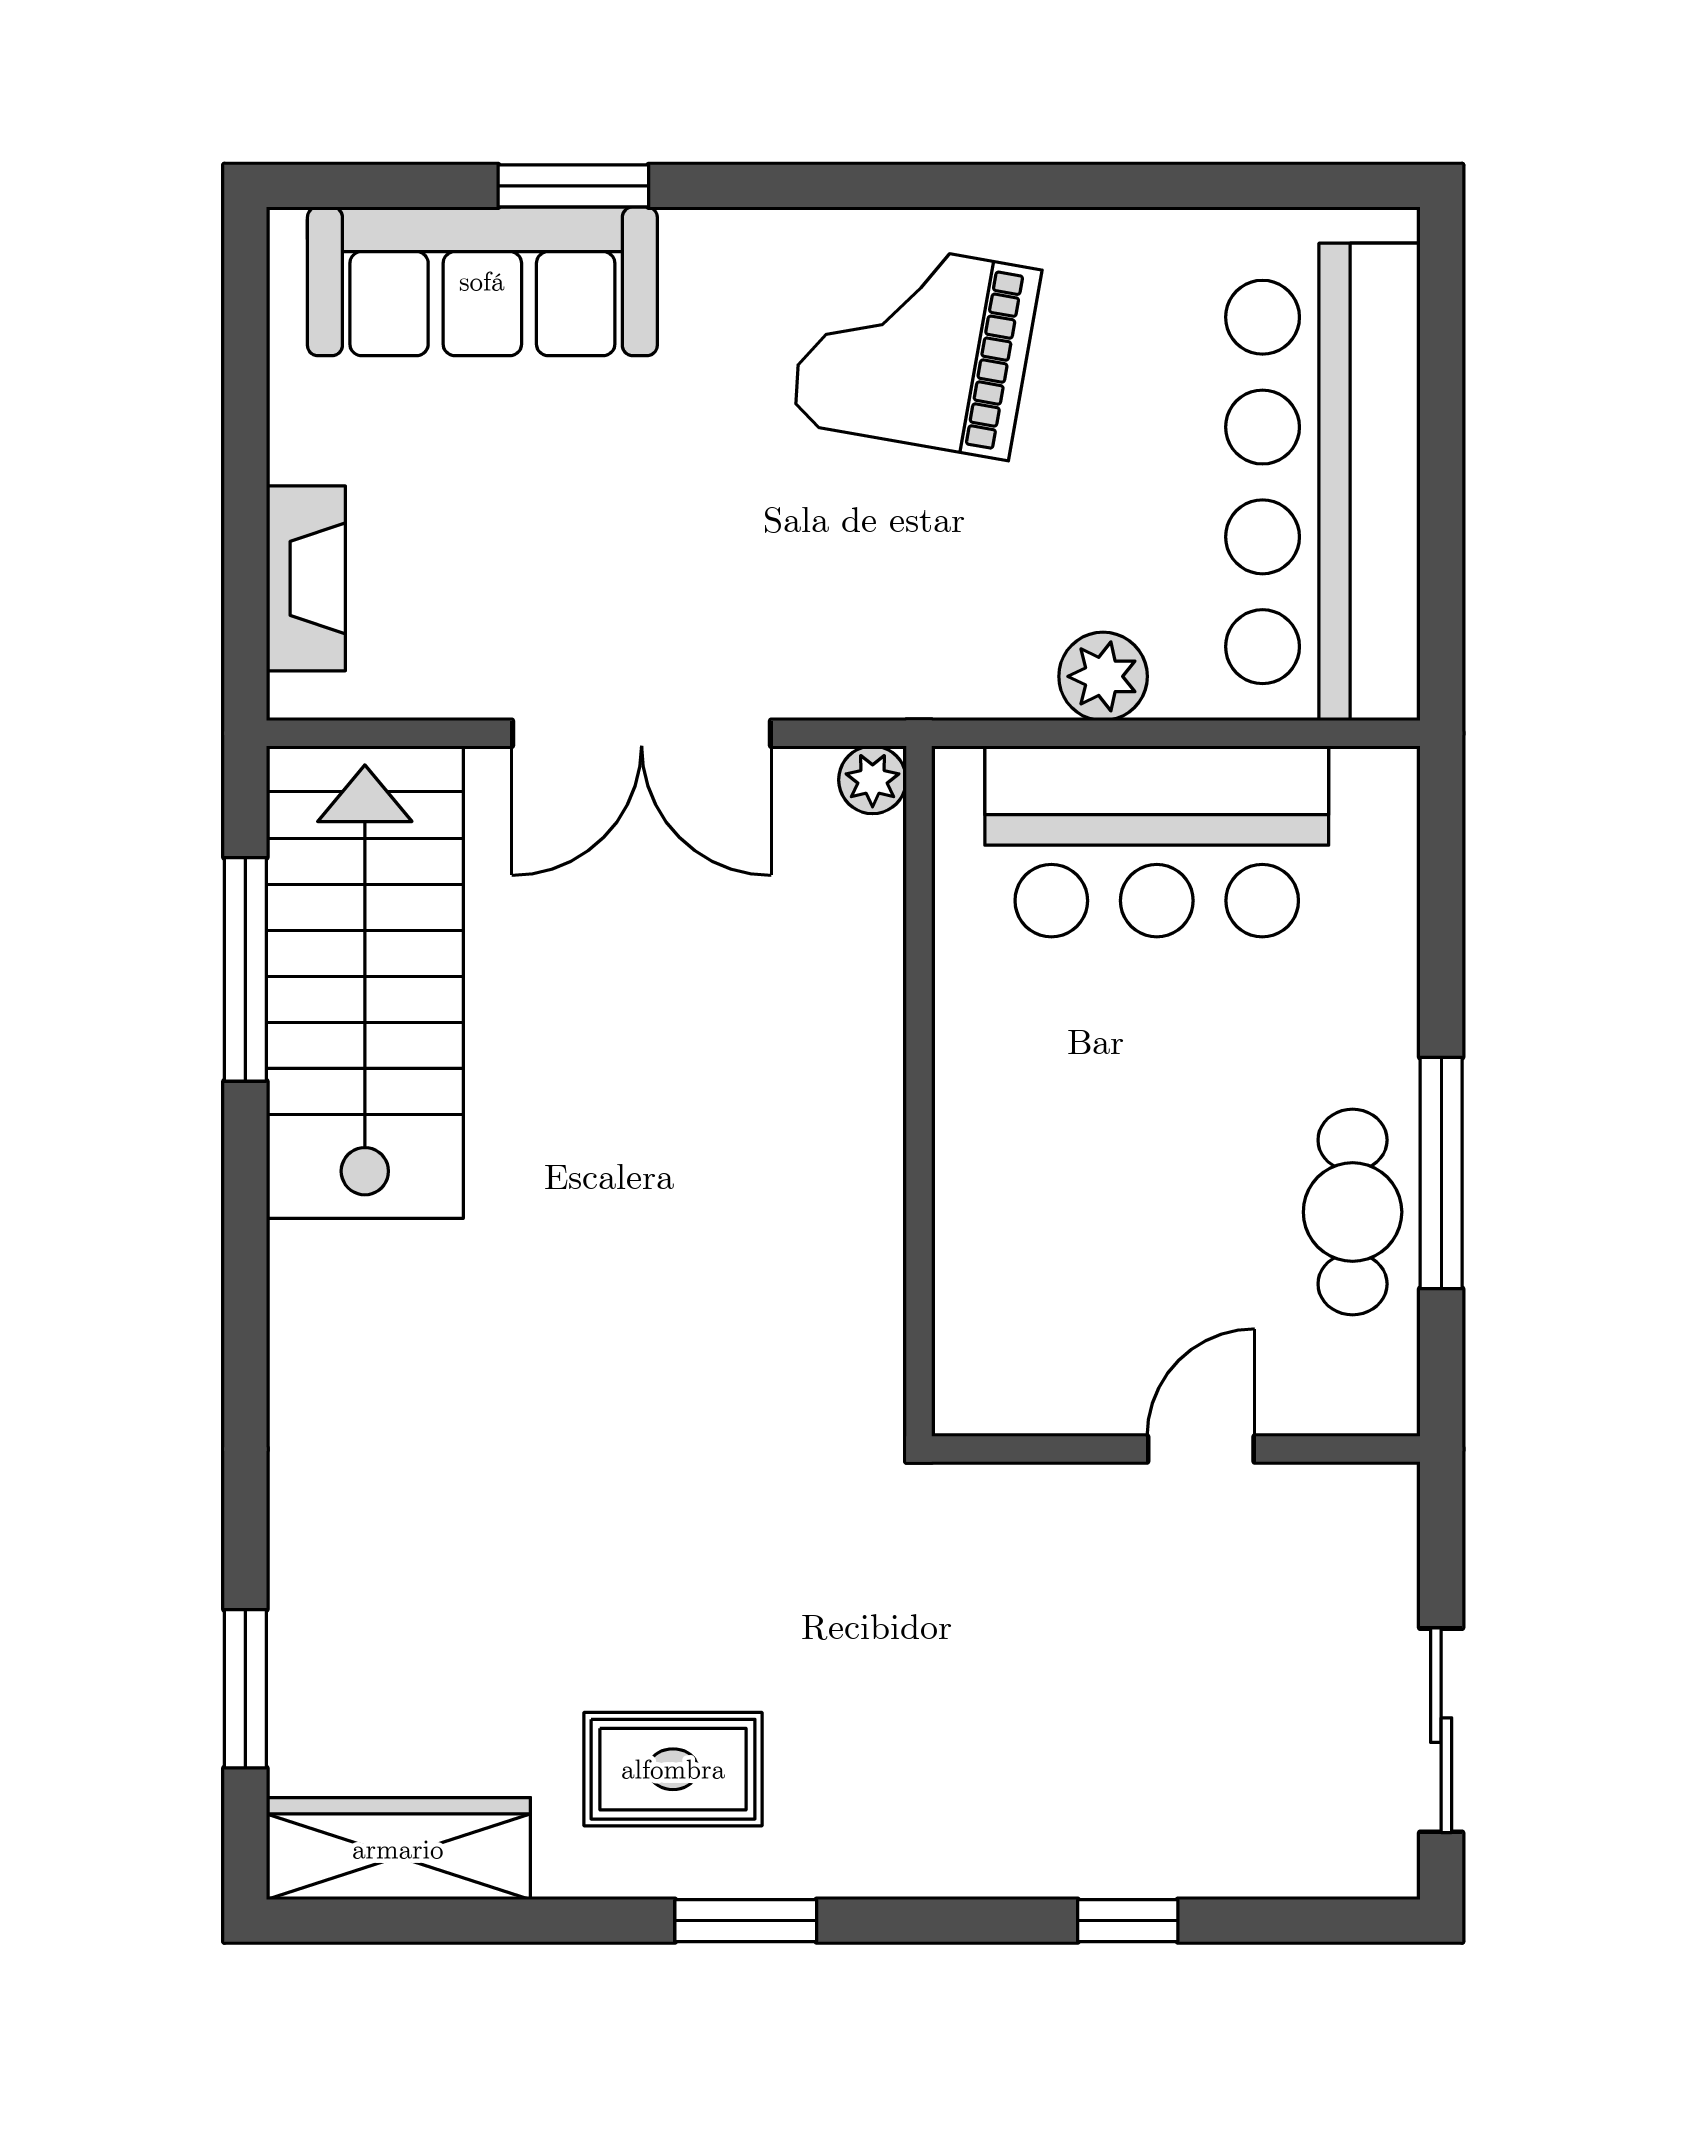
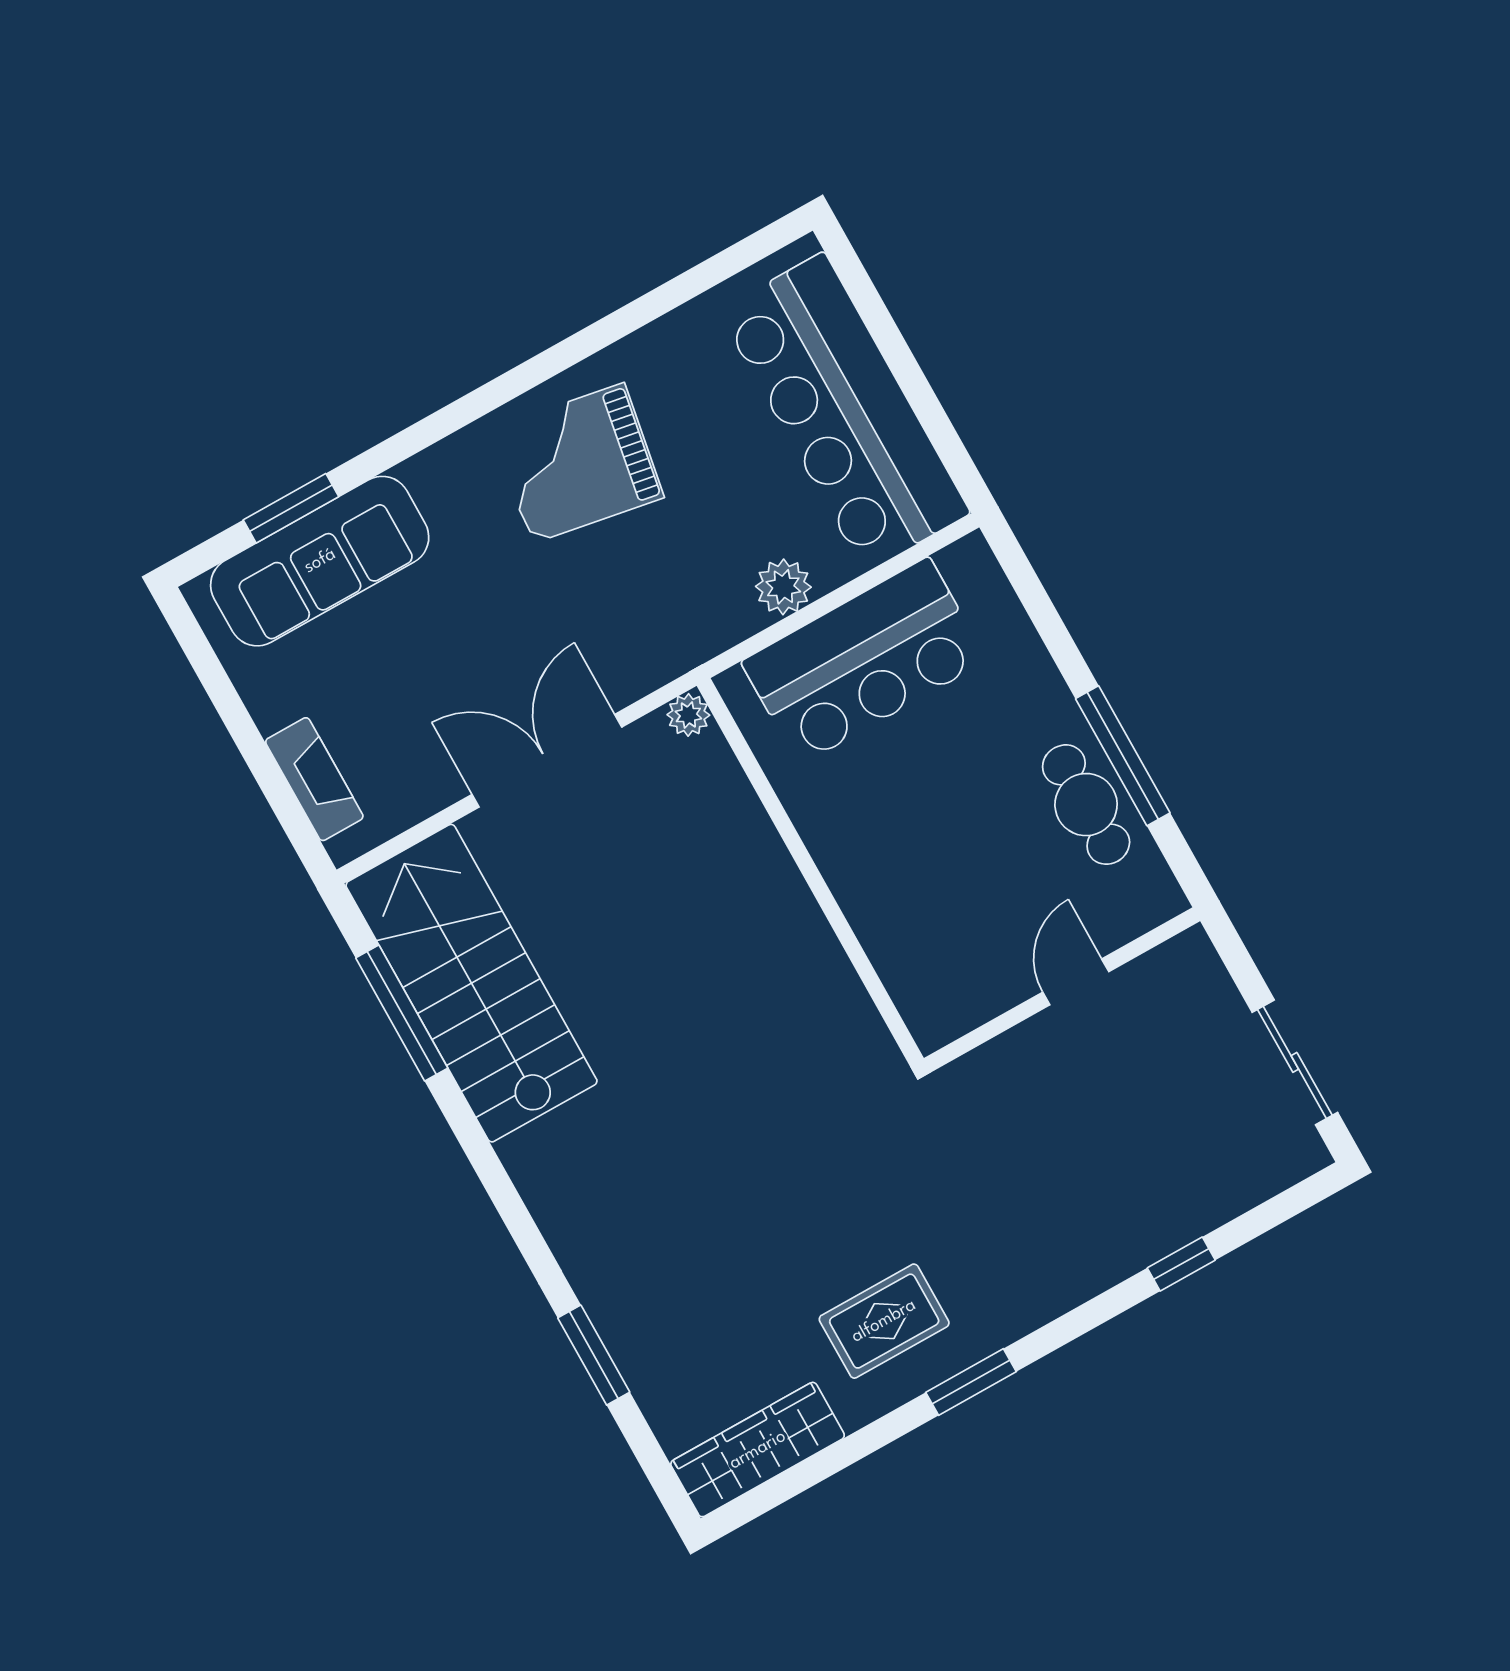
window: (573, 186) -> (291, 508), moved
double door: (642, 733) -> (547, 761), swing flipped
window: (245, 1689) -> (594, 1355), moved

